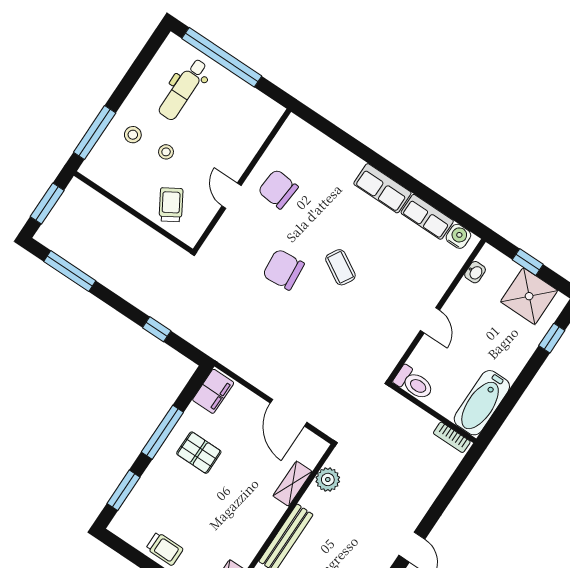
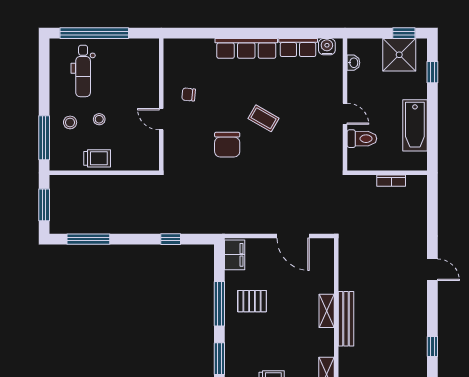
row of seats: (382, 188) -> (246, 48), width x1.48
chair: (278, 189) -> (189, 95), width x0.54, depth x0.54
trolley: (171, 205) -> (97, 158), moved, turned 121
window: (528, 262) -> (404, 33), moved
chair: (283, 270) -> (227, 145), turned -85
toilet: (414, 383) -> (362, 139), moved
bathtub: (482, 403) -> (415, 125), moved
bookcase: (452, 437) -> (391, 181), moved
plant: (328, 479) -> (348, 262), removed
shelving: (292, 484) -> (327, 311), moved

